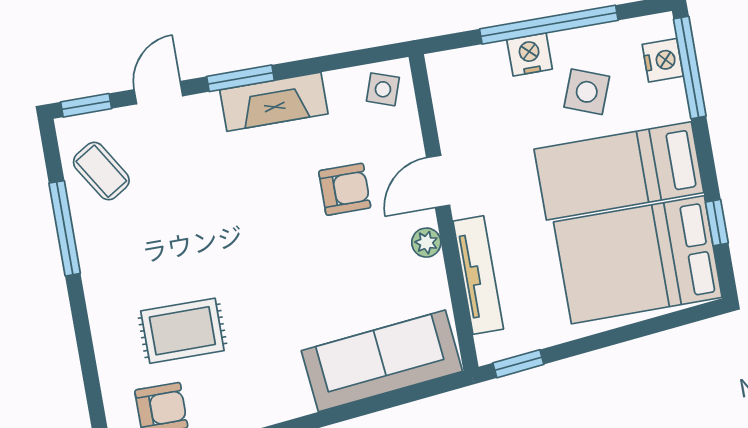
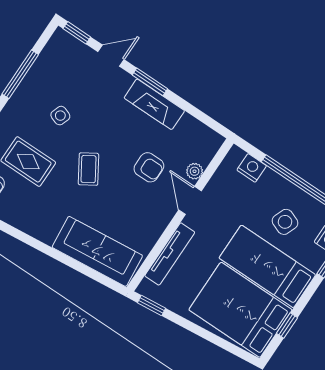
nightstand: (530, 54) -> (252, 168), moved
side table: (383, 89) -> (60, 116), moved
coffee table: (101, 171) -> (88, 169), moved
door: (438, 181) -> (190, 200), hinge flipped
plant: (426, 243) -> (195, 171), moved

